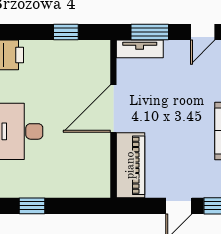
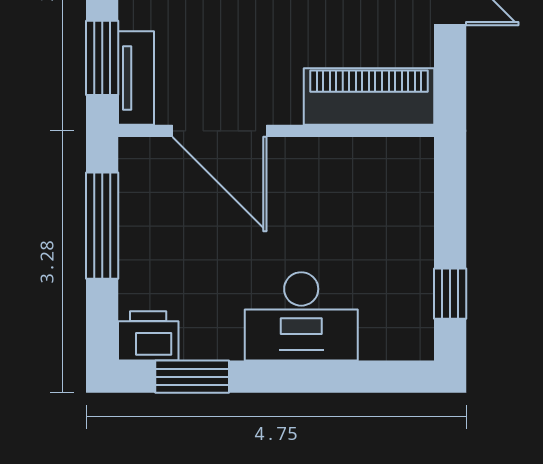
window: (66, 32) -> (102, 226), width x2.17
door: (113, 109) -> (220, 131), moved

